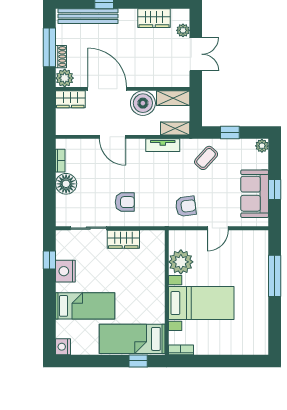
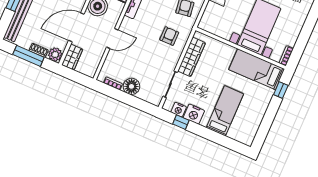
armchair: (125, 202) -> (169, 36), moved
wardrobe: (123, 239) -> (192, 57), width x1.50
plant: (181, 262) -> (223, 28), removed
bed: (132, 339) -> (257, 69), moved, turned 90
nightstand: (63, 347) -> (179, 110), moved

